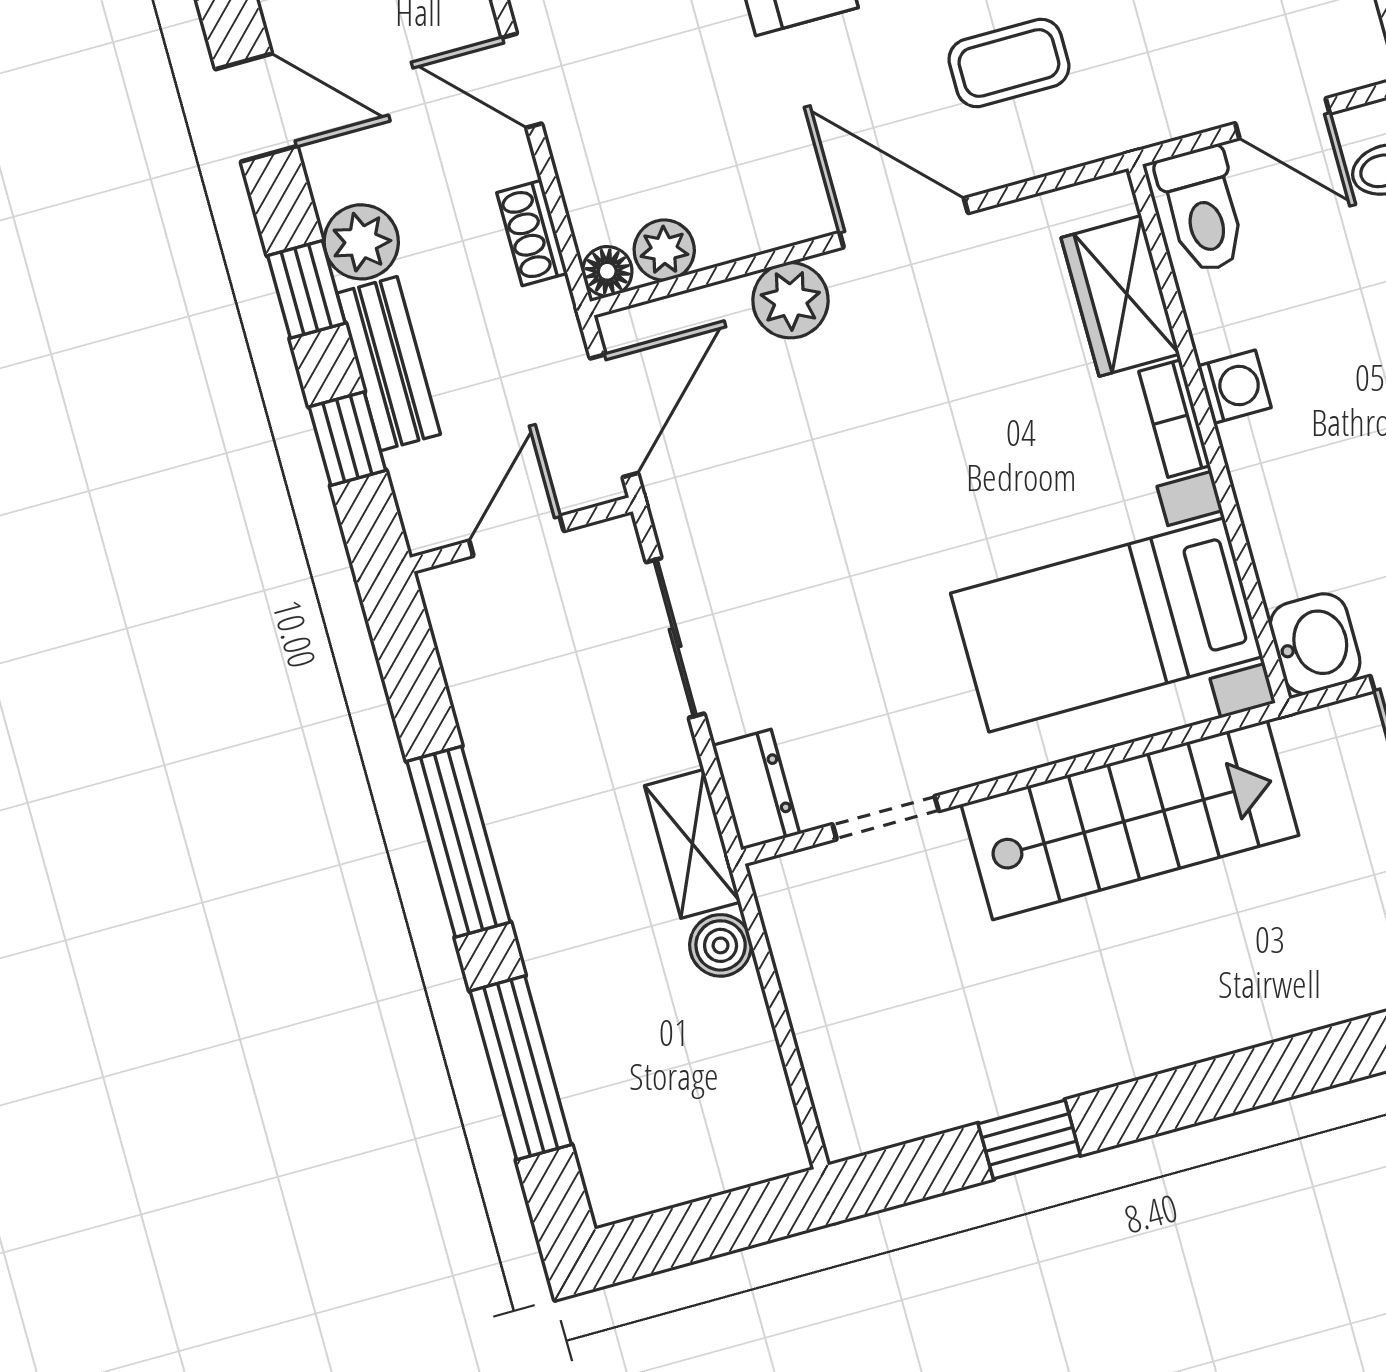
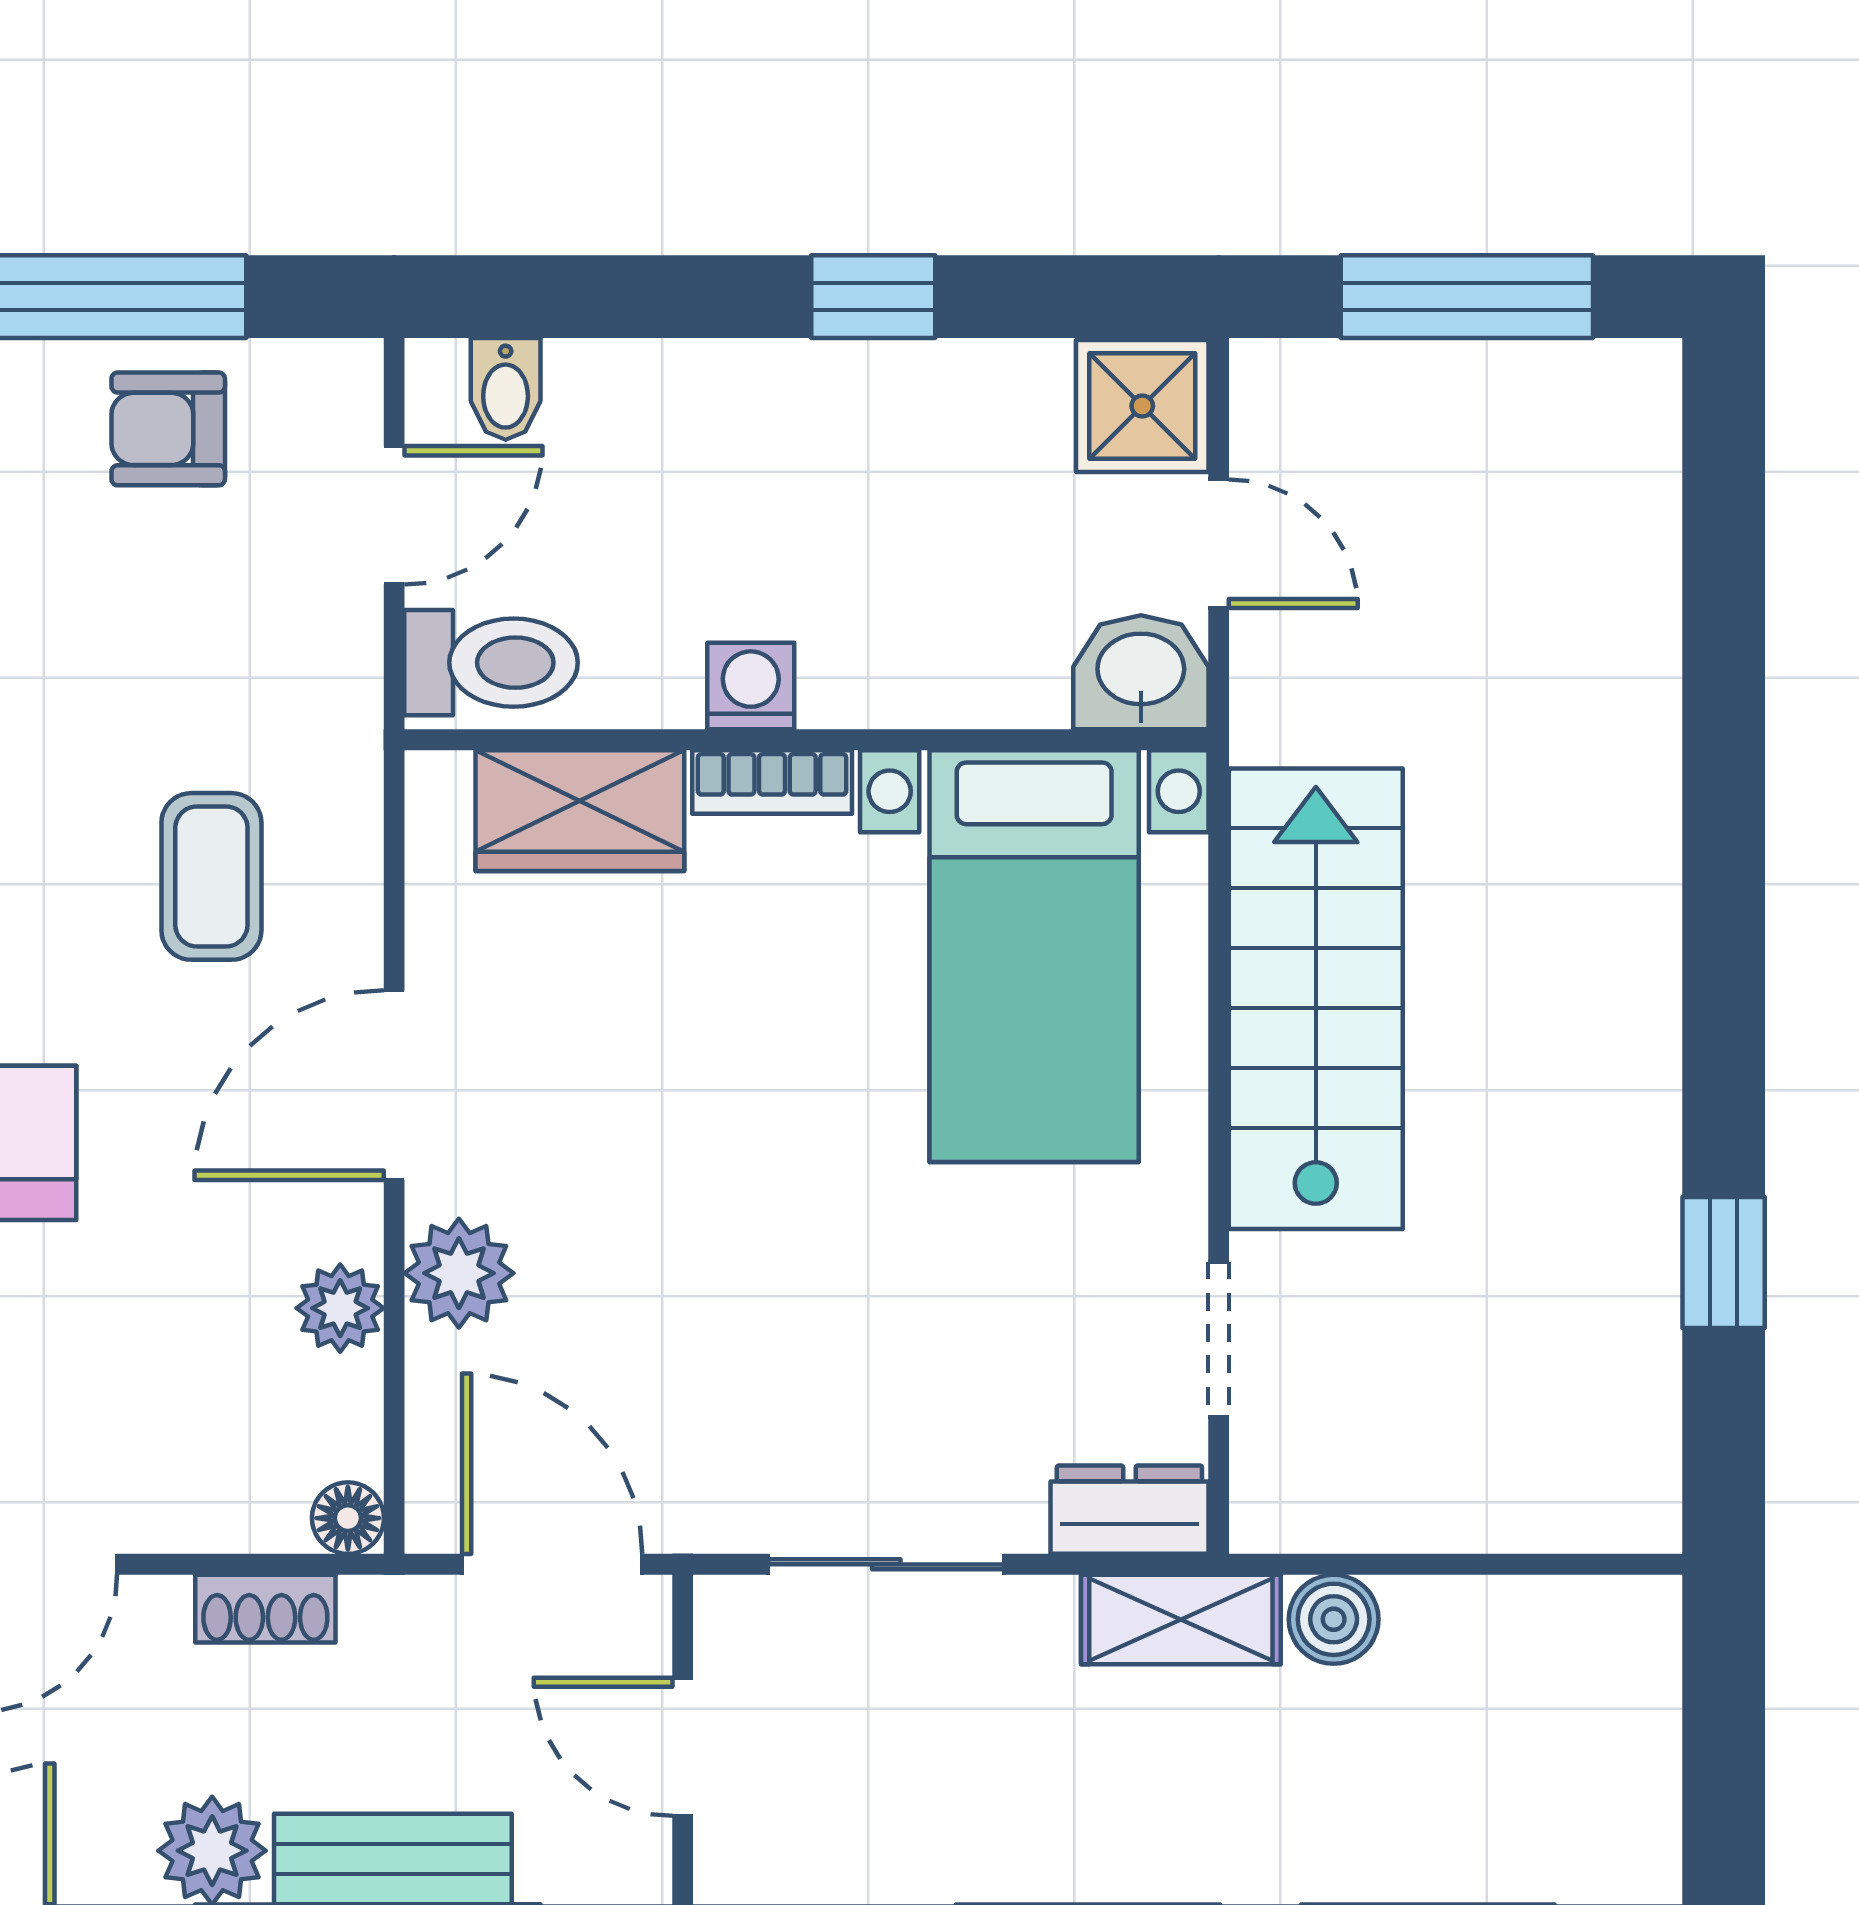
plant: (664, 250) -> (340, 1308), moved

